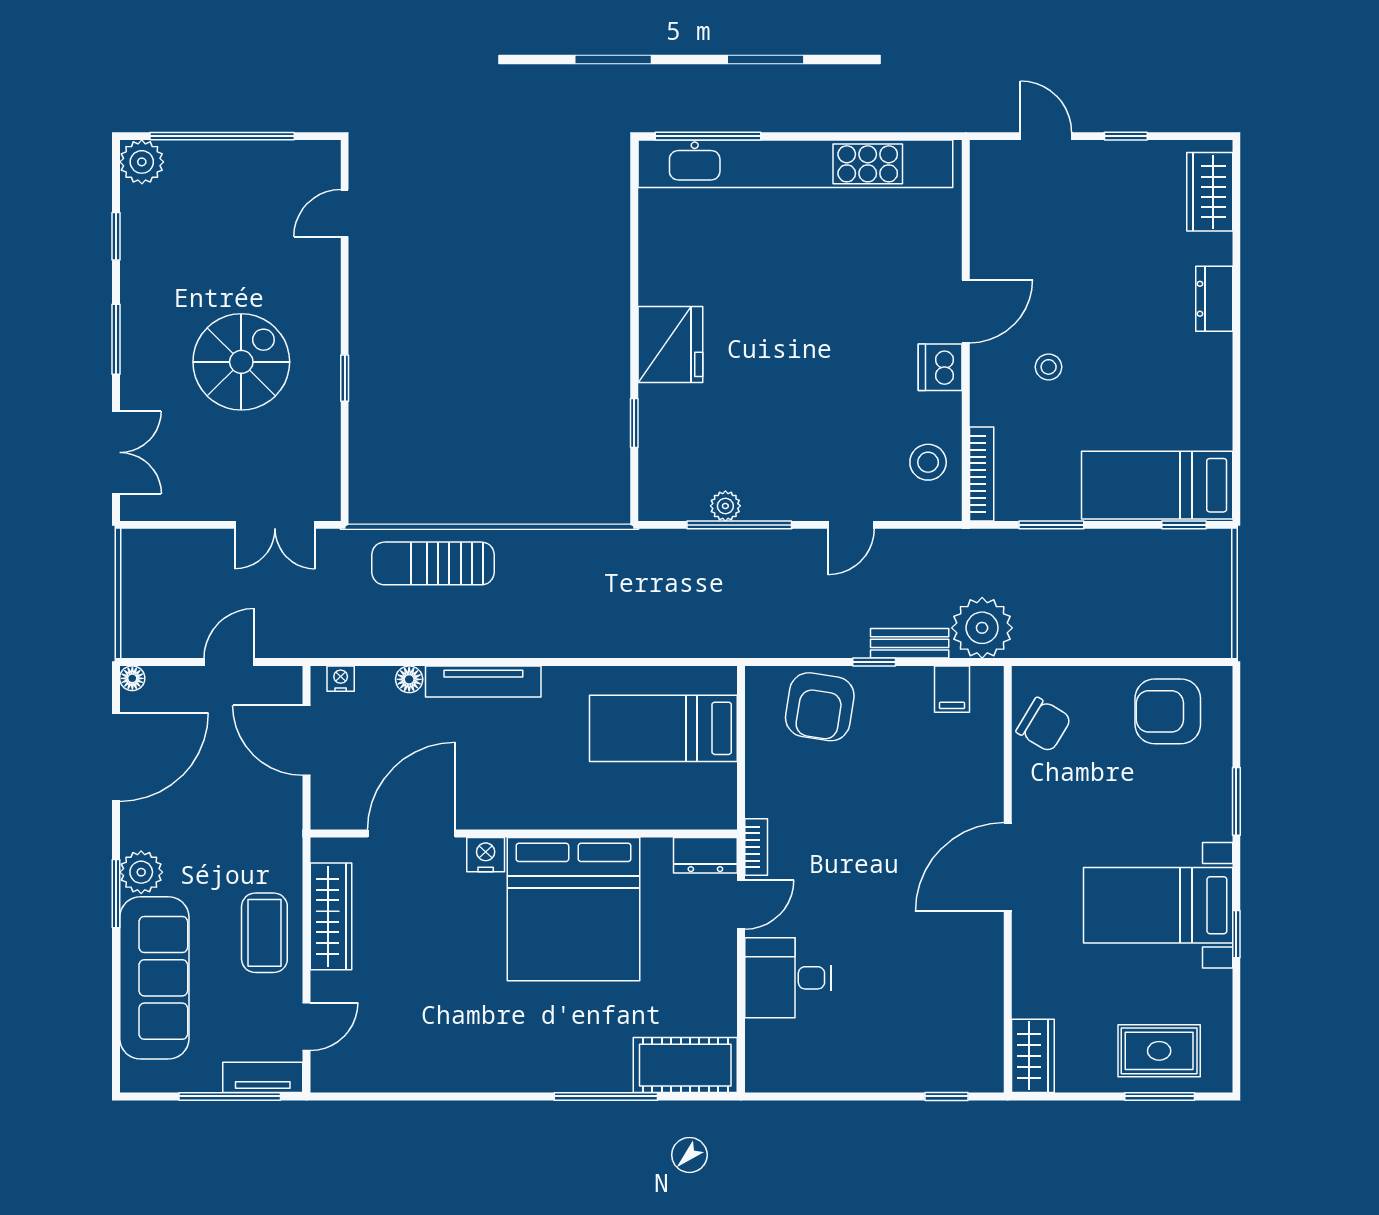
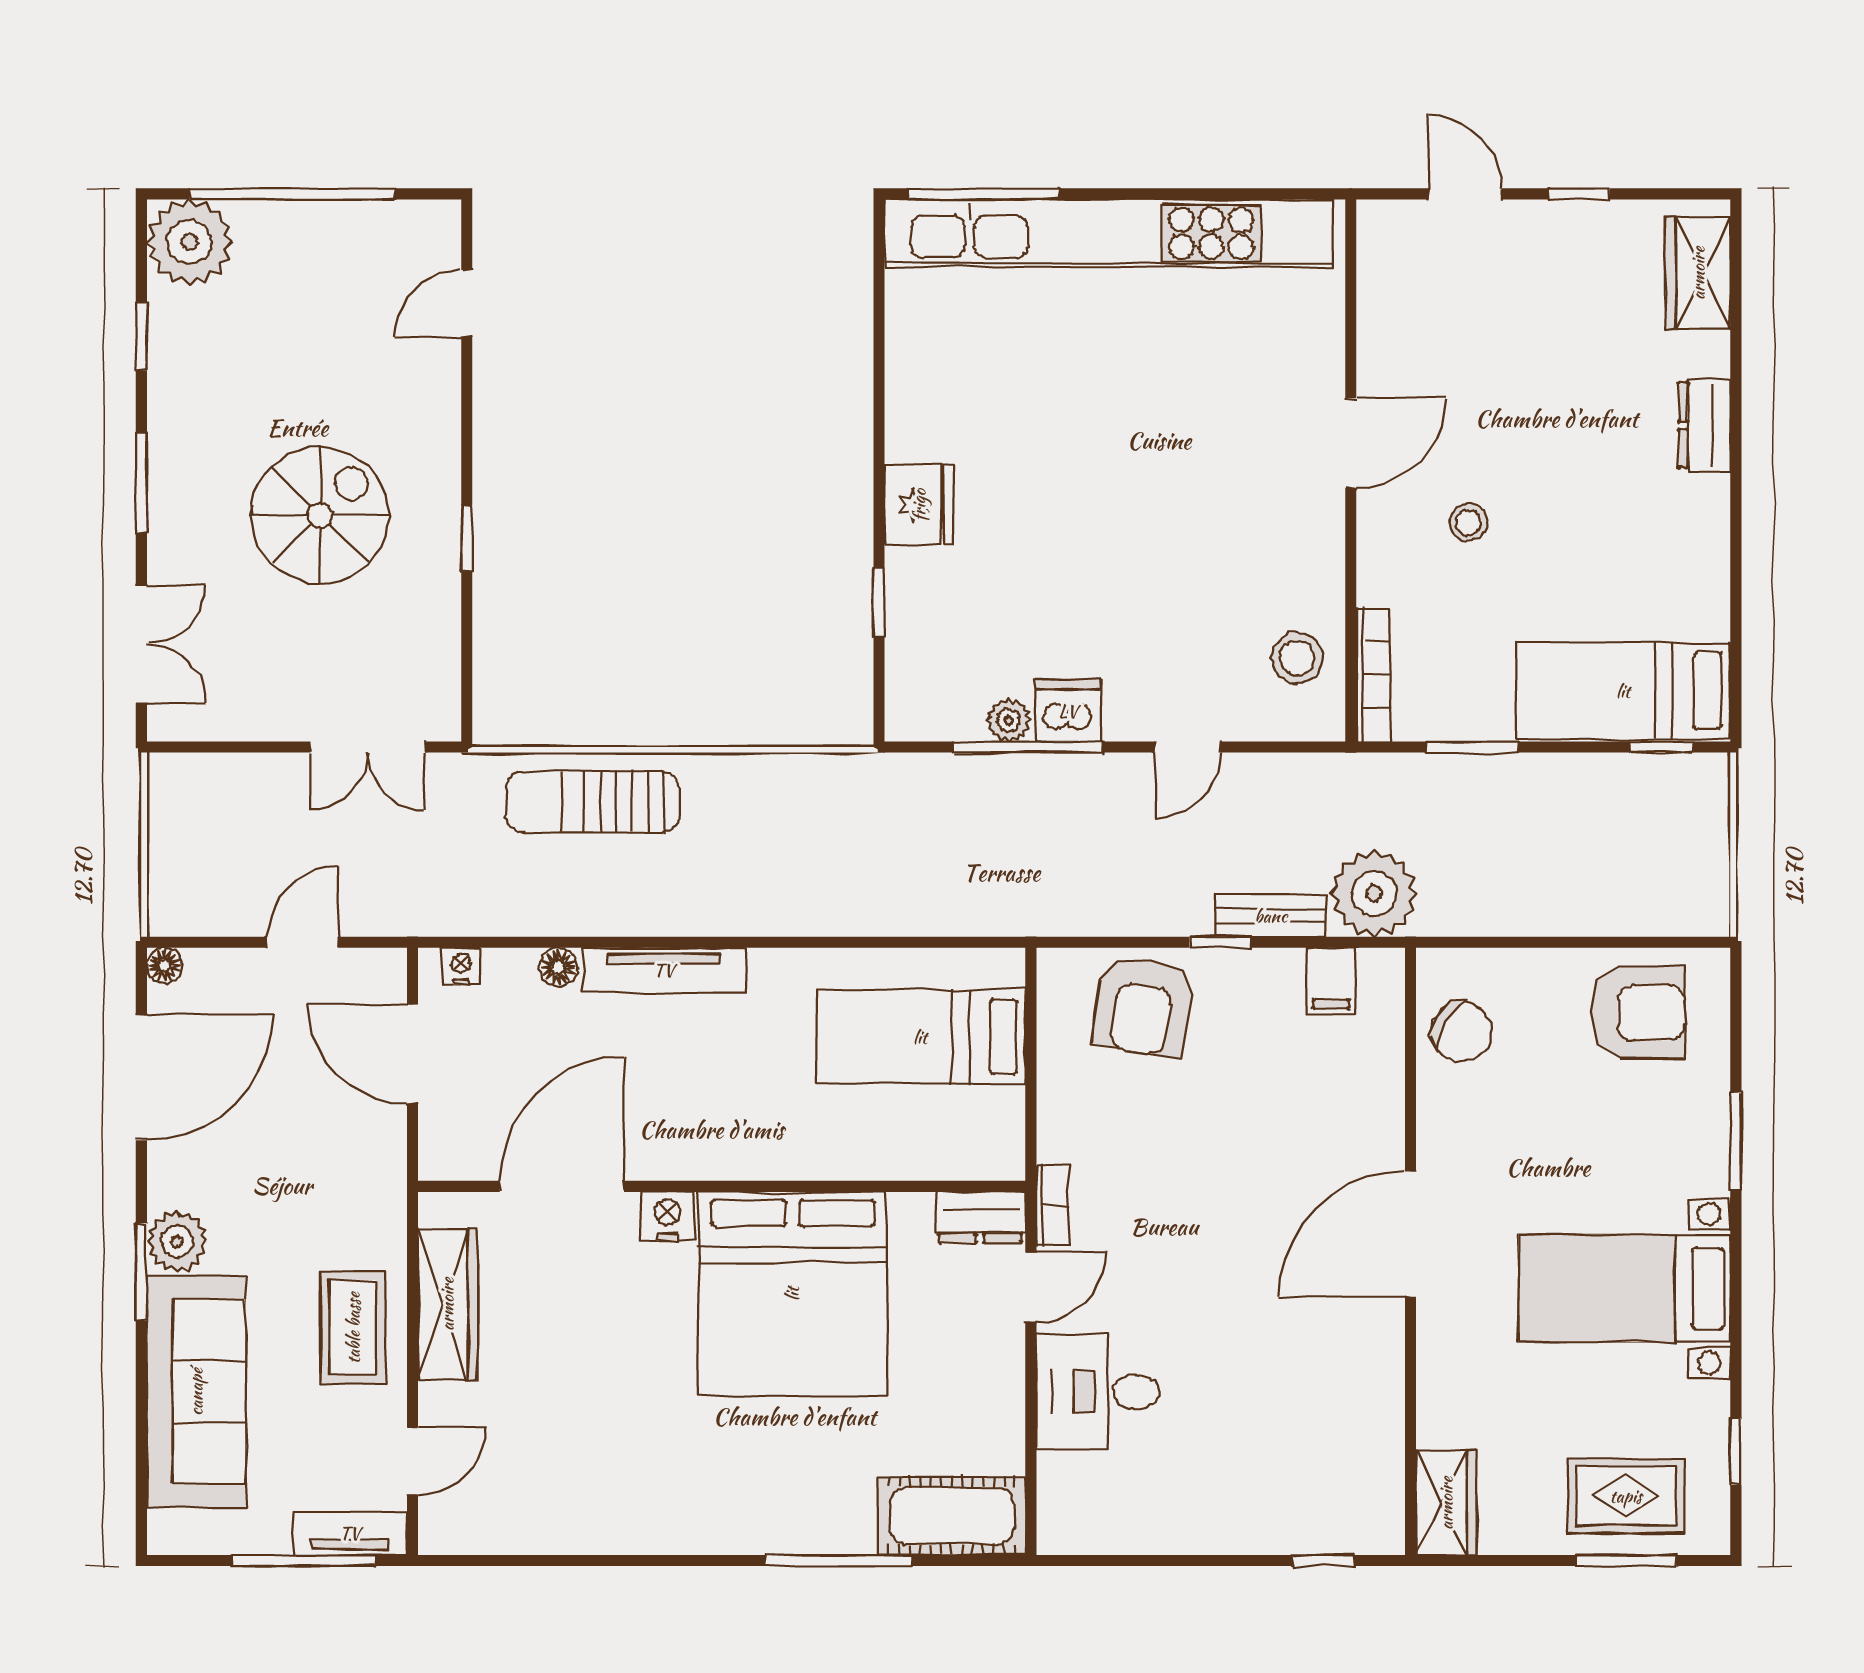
plant: (142, 162) -> (189, 242), width x1.36, depth x1.36
fridge: (670, 345) -> (919, 505), width x0.73, depth x0.75
dishwasher: (940, 367) -> (1068, 711), moved, turned 90
armchair: (1168, 711) -> (1638, 1012), turned 180
window: (1236, 934) -> (1736, 1451), moved

